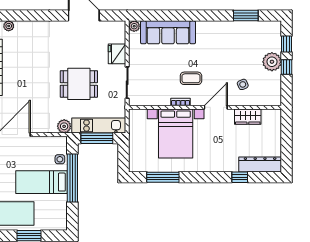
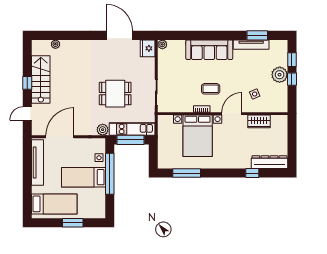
tv unit: (239, 26) -> (251, 45), added
sofa: (168, 32) -> (209, 50), moved
fridge: (117, 54) -> (148, 48), moved

